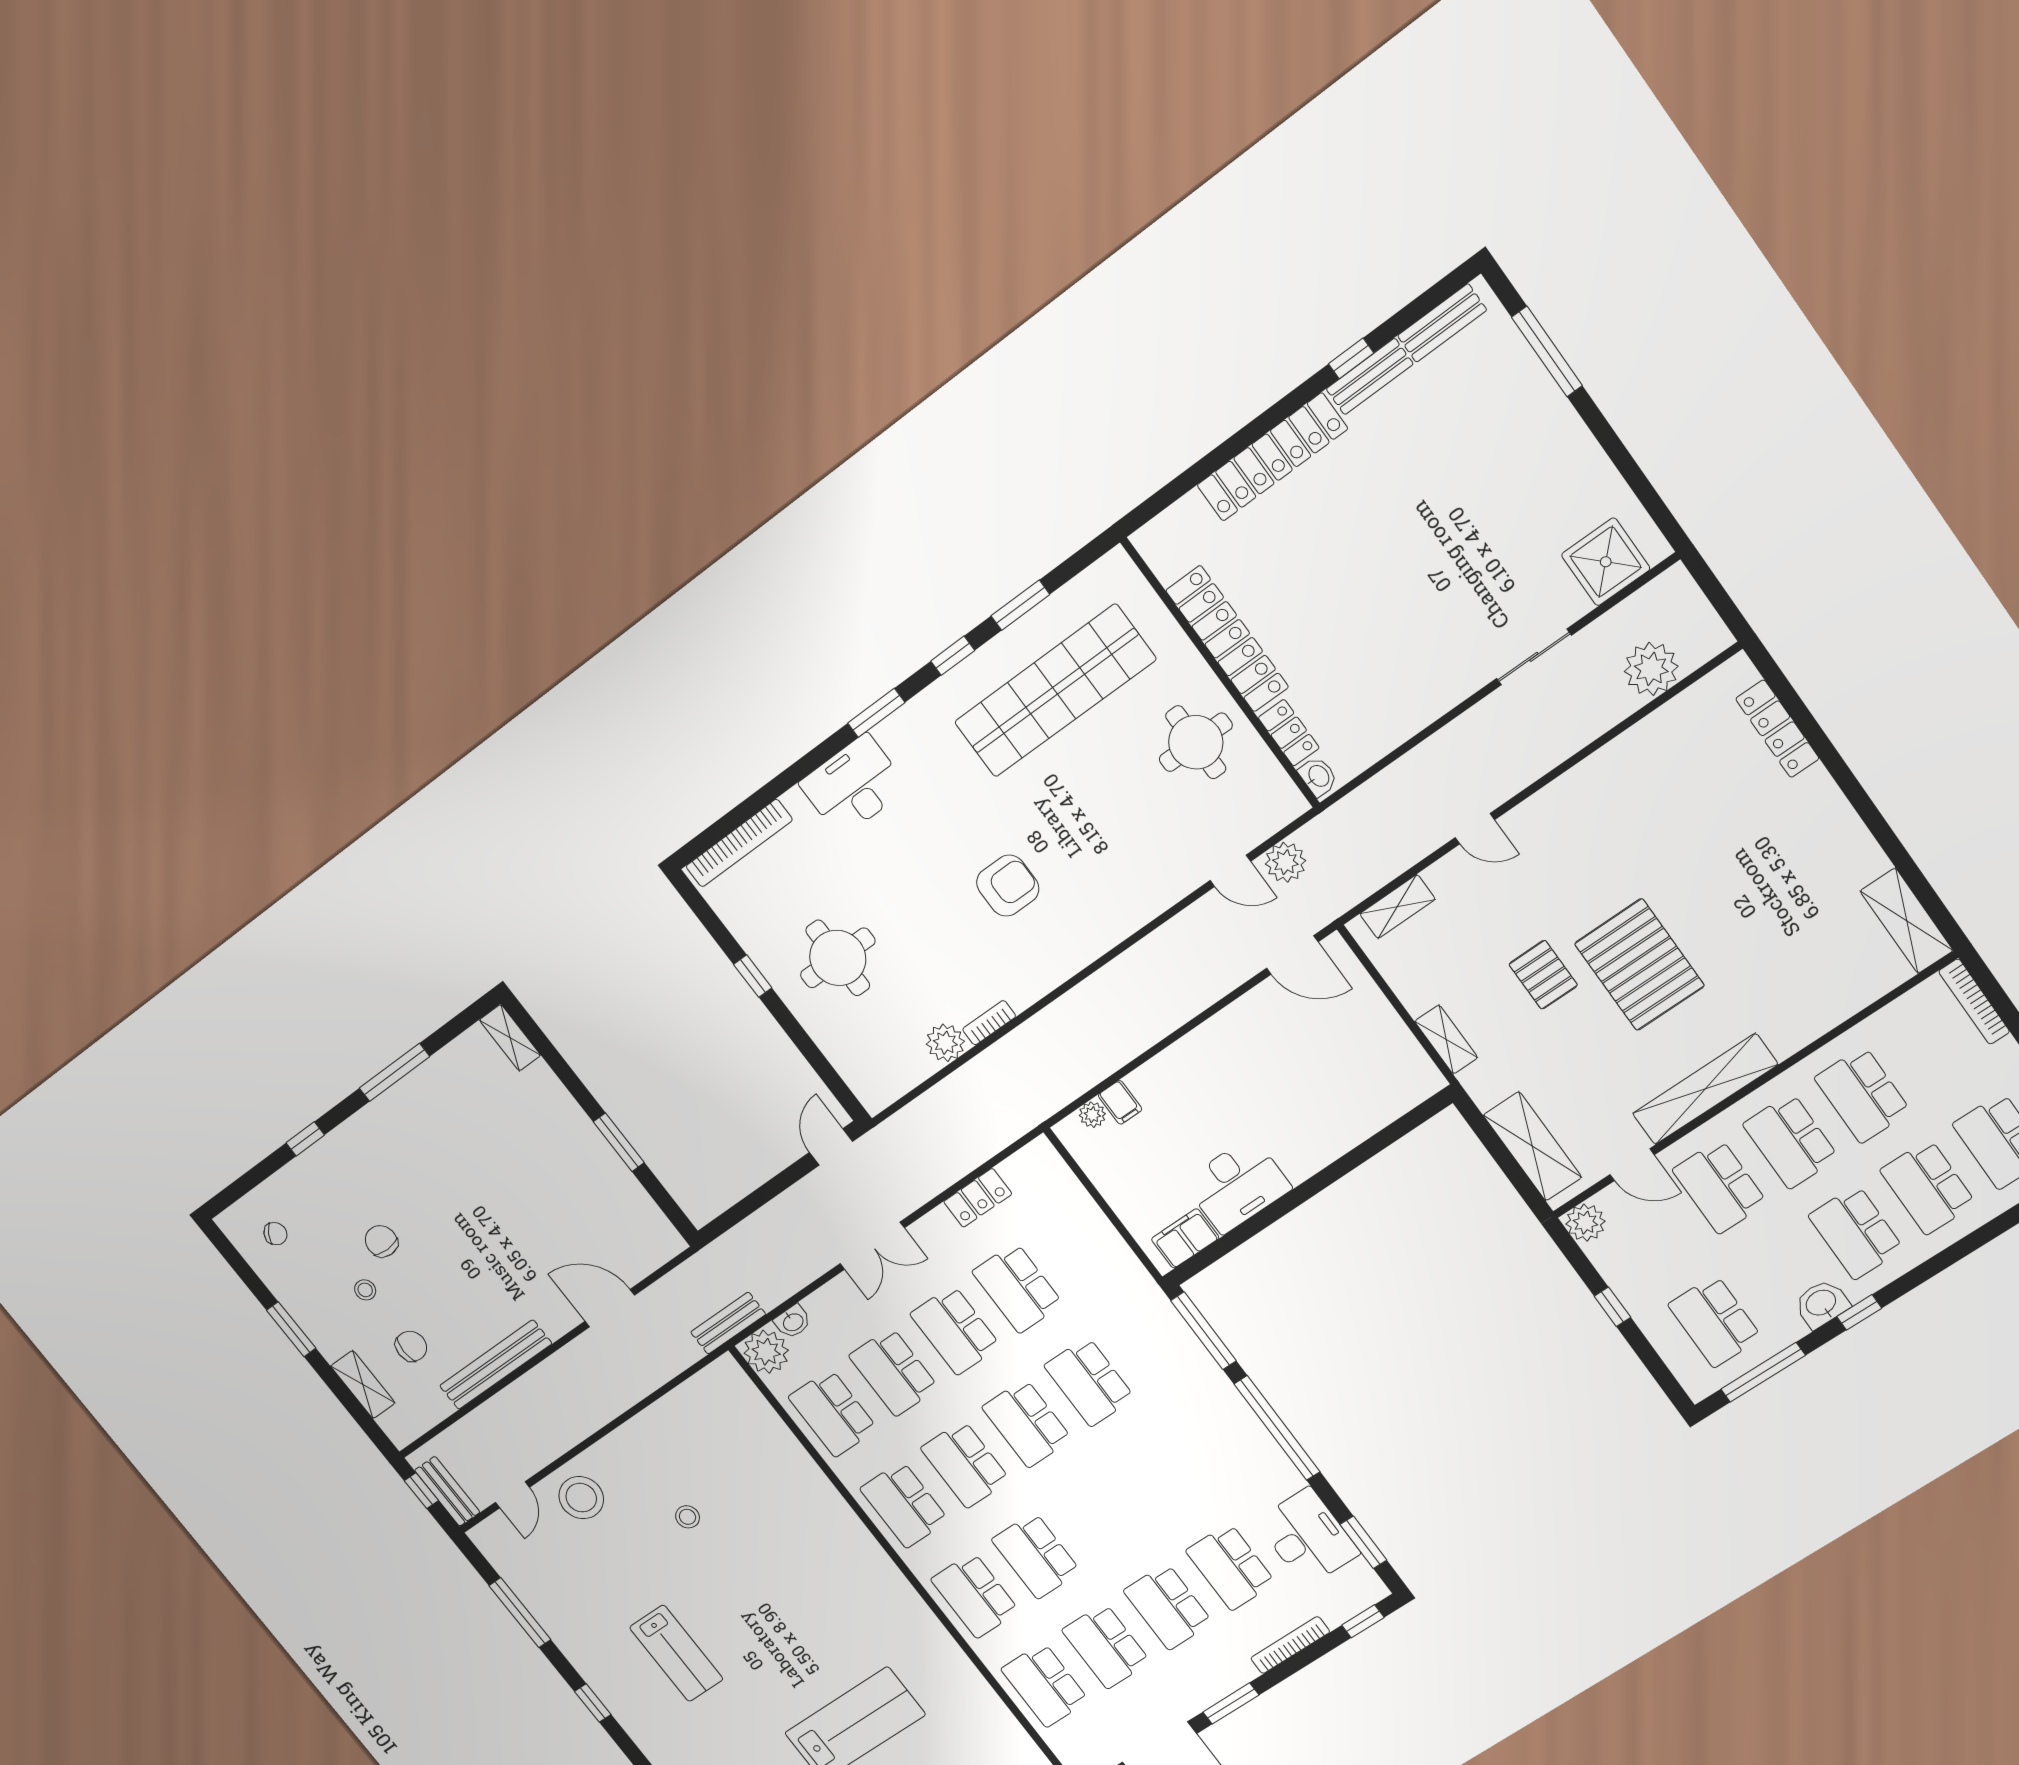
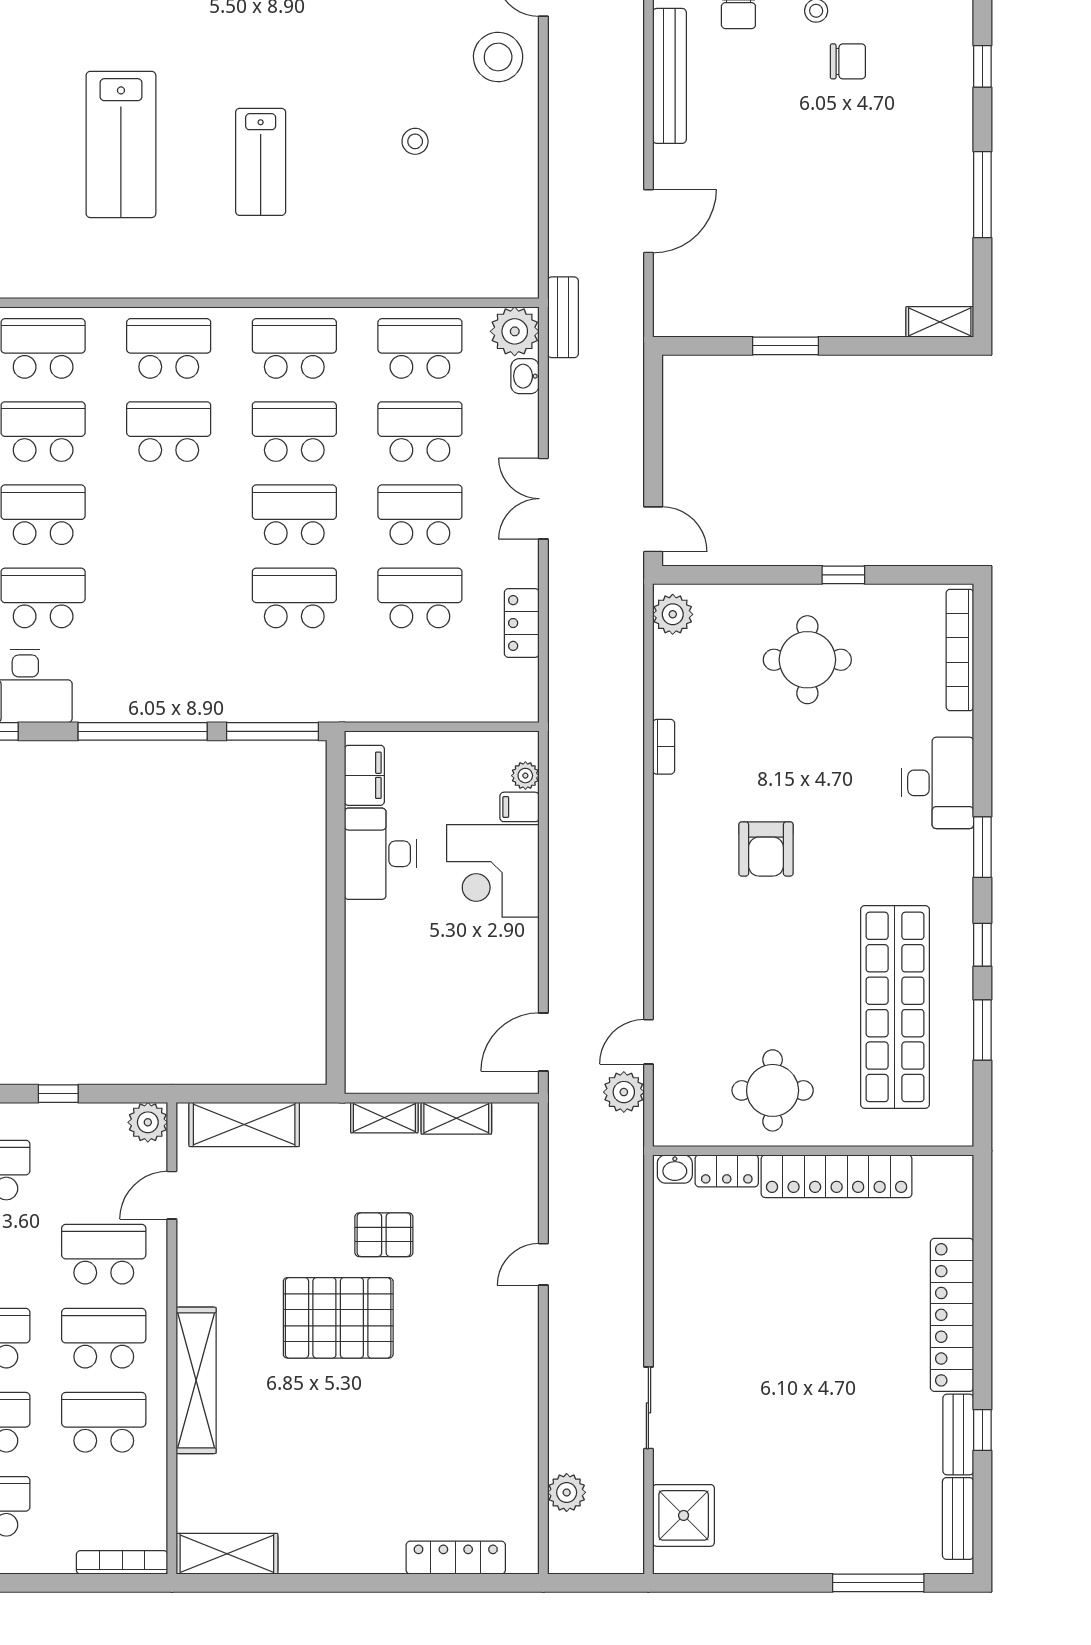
plant: (1651, 669) -> (567, 1492), width x0.73, depth x0.73
shelving: (1397, 907) -> (456, 1118), moved, turned 90
plant: (945, 1043) -> (673, 614), moved
corner desk: (1185, 1089) -> (493, 871), added
shelving: (1705, 1089) -> (196, 1380), moved
lab bench: (676, 1653) -> (261, 162), moved, turned -90

